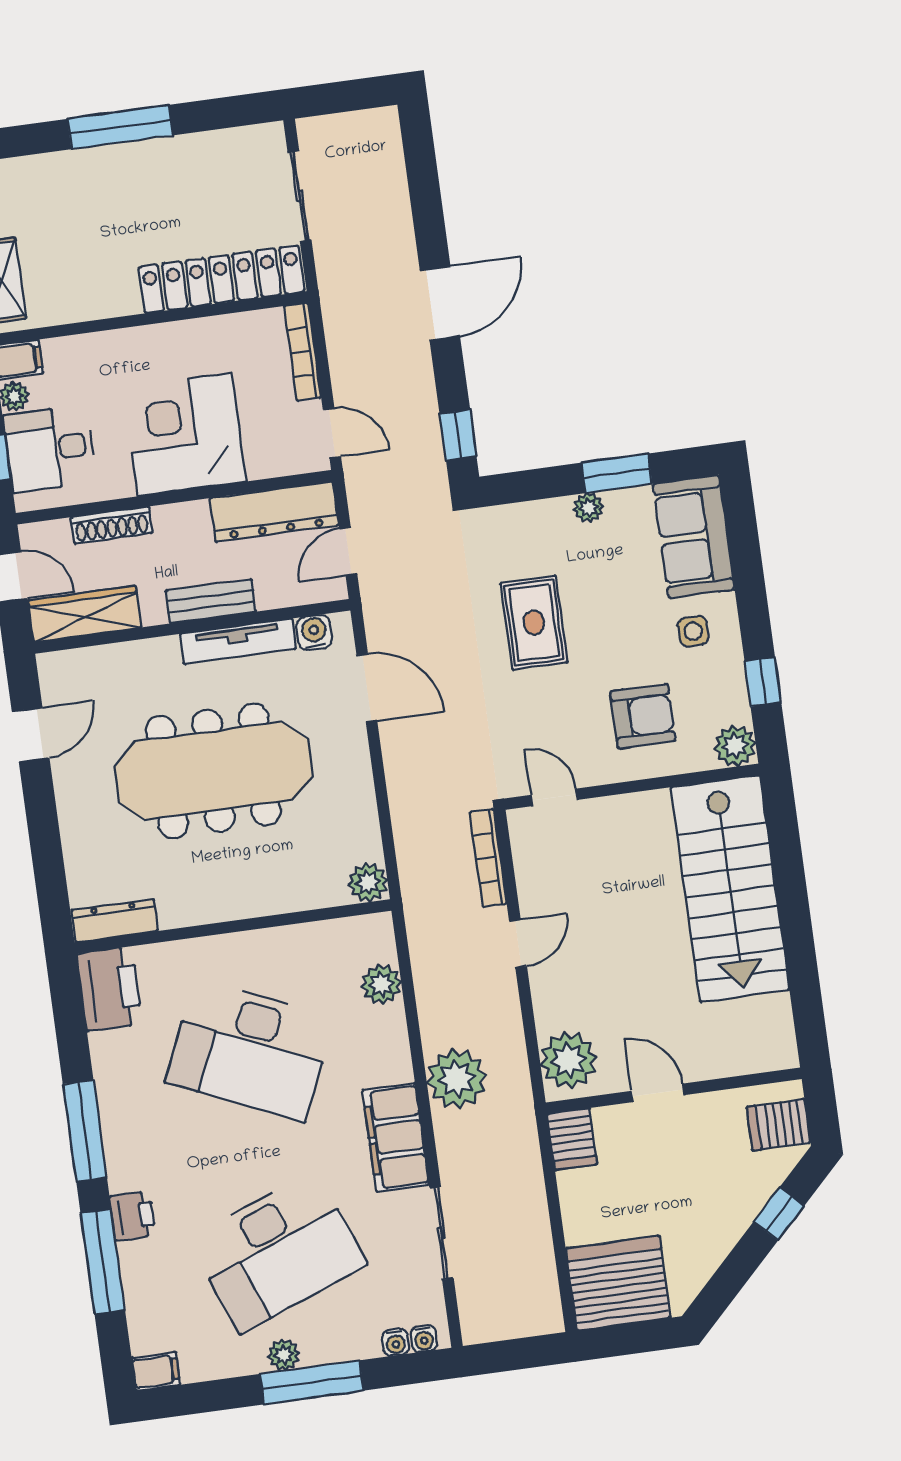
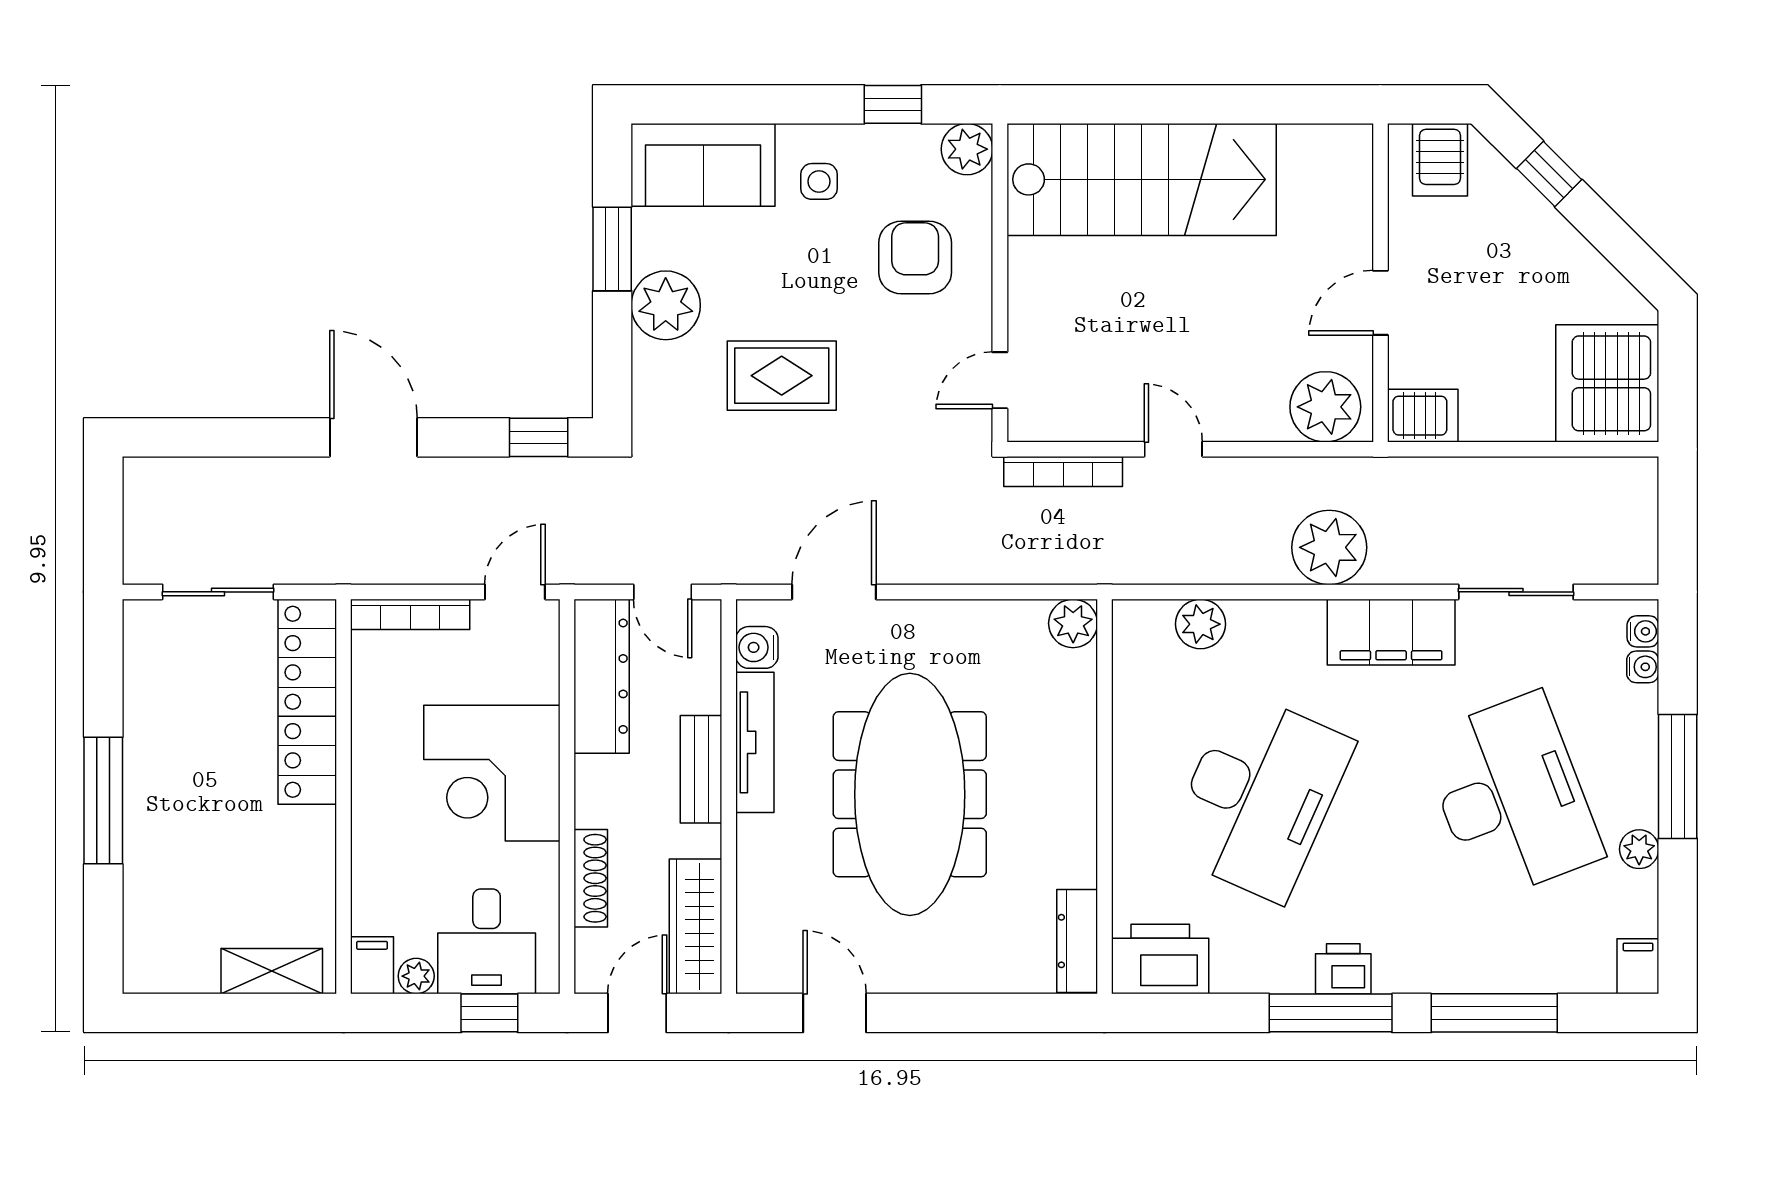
plant: (589, 508) -> (666, 305), width x1.88, depth x1.88
printer: (133, 1216) -> (1343, 969), moved
plant: (284, 1355) -> (1639, 849), moved

